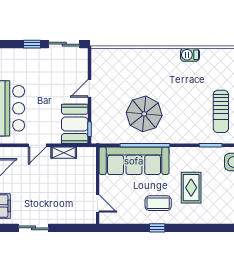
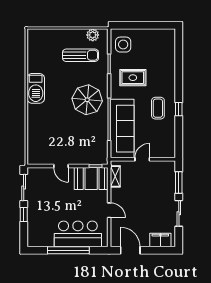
barbecue: (190, 55) -> (36, 88), width x1.88, depth x1.53
parasol: (144, 114) -> (87, 100), moved
shelving: (64, 153) -> (115, 176), moved
rug: (191, 188) -> (133, 78), moved
door: (98, 203) -> (142, 159), moved
window: (70, 228) -> (179, 182), added

